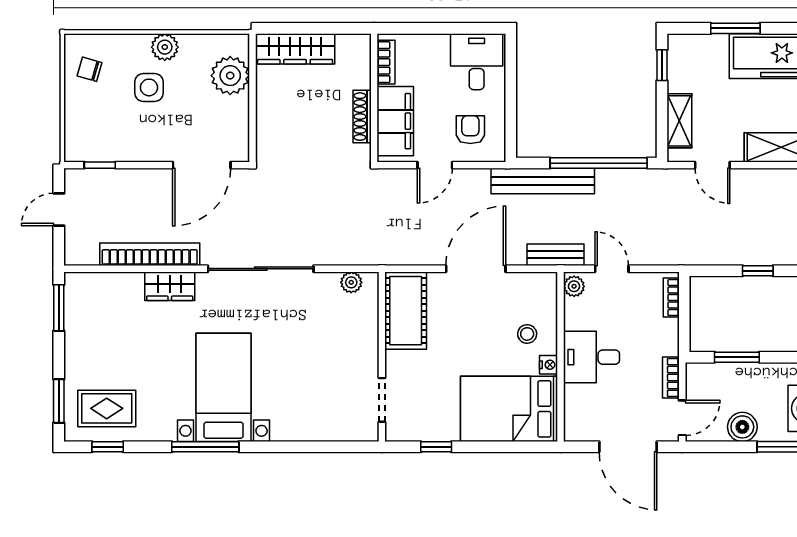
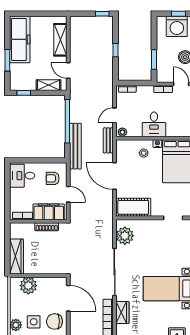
plant: (165, 47) -> (16, 325), moved
chair: (150, 134) -> (54, 321), added
door: (712, 165) -> (68, 70), swing flipped
plant: (351, 282) -> (125, 236), width x1.87, depth x1.87

